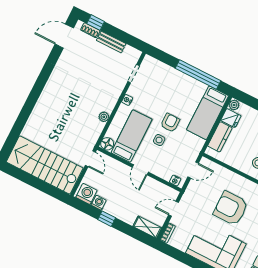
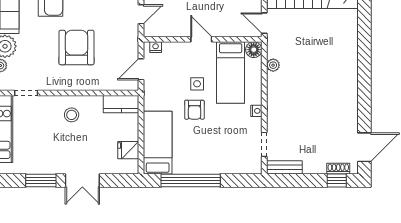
bench: (111, 42) -> (284, 167), moved
plant: (234, 105) -> (132, 167), removed
plant: (104, 117) -> (273, 65), moved
kitchen counter: (220, 137) -> (121, 104), moved, turned -90
armchair: (231, 208) -> (76, 48), turned -90

